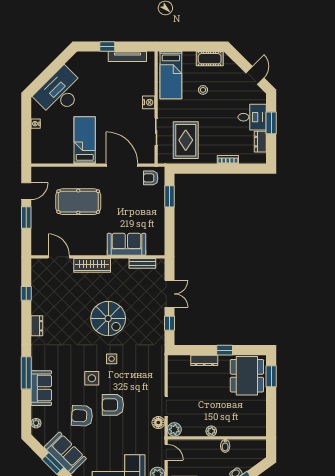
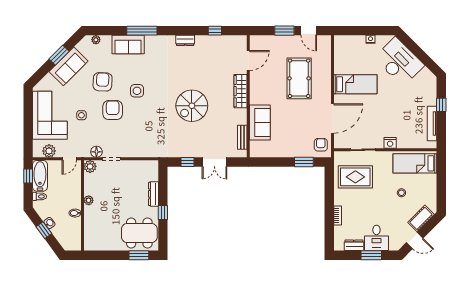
cot: (210, 59) -> (421, 218), moved, turned 45
side table: (112, 359) -> (81, 115), moved

